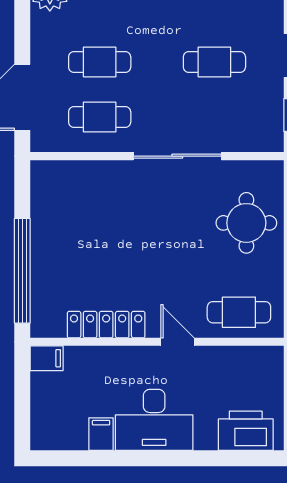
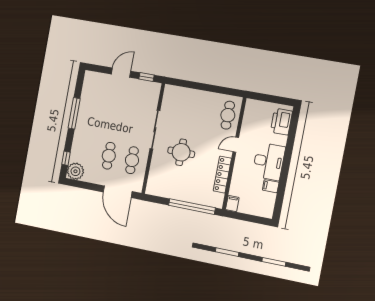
cafe table: (214, 62) -> (118, 106), removed
round table: (246, 223) -> (181, 152), moved

